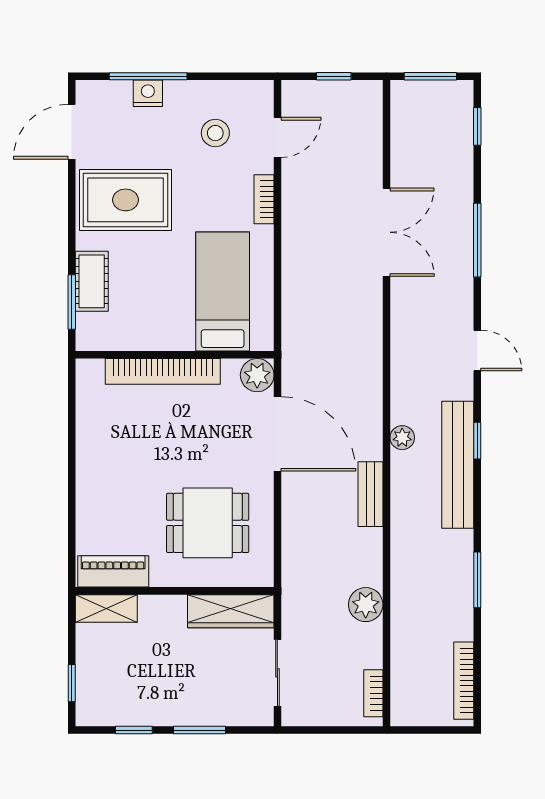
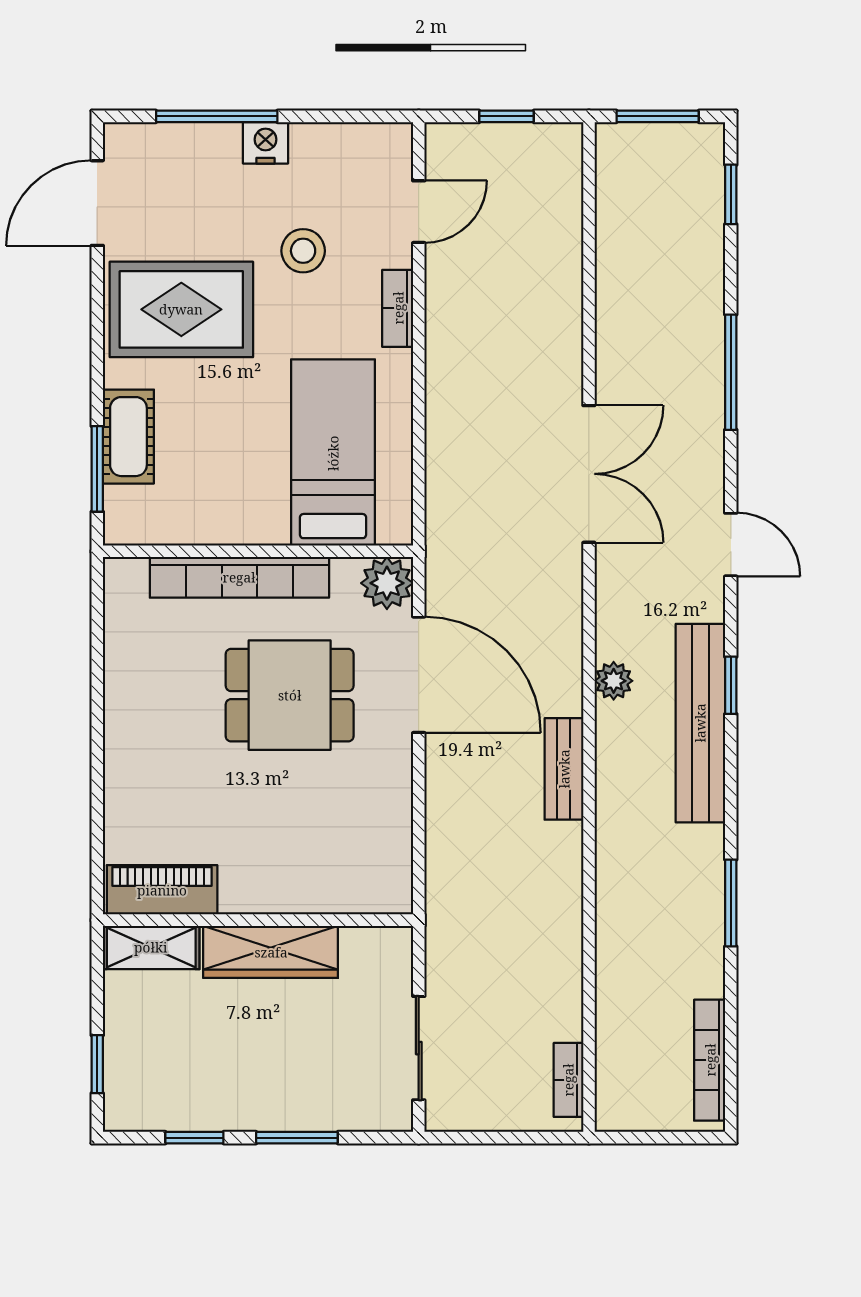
nightstand: (148, 93) -> (266, 143), moved
stool: (215, 133) -> (303, 251), moved
double door: (386, 232) -> (589, 474), moved
dining table: (208, 523) -> (290, 695), moved
plant: (366, 605) -> (557, 942), removed
wardrobe: (231, 611) -> (271, 952), moved

